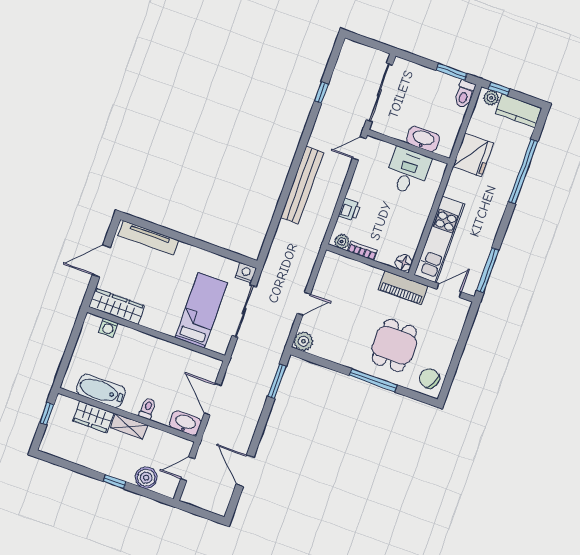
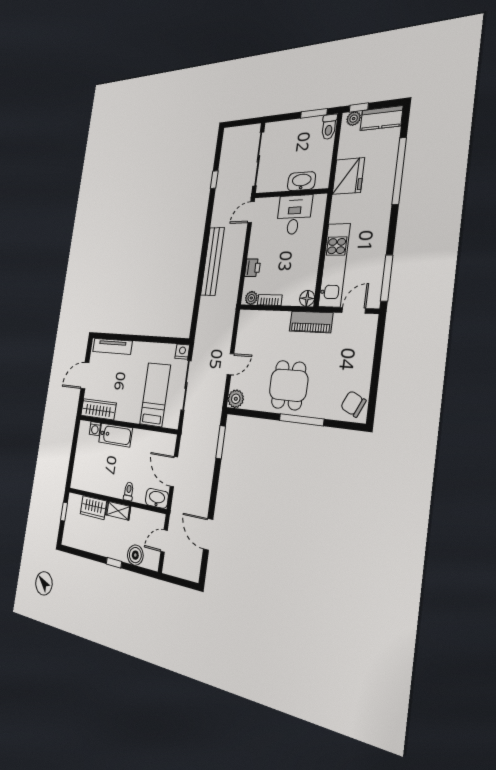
dining table: (394, 345) -> (289, 385), moved
bathtub: (101, 391) -> (115, 435), moved, turned 180

